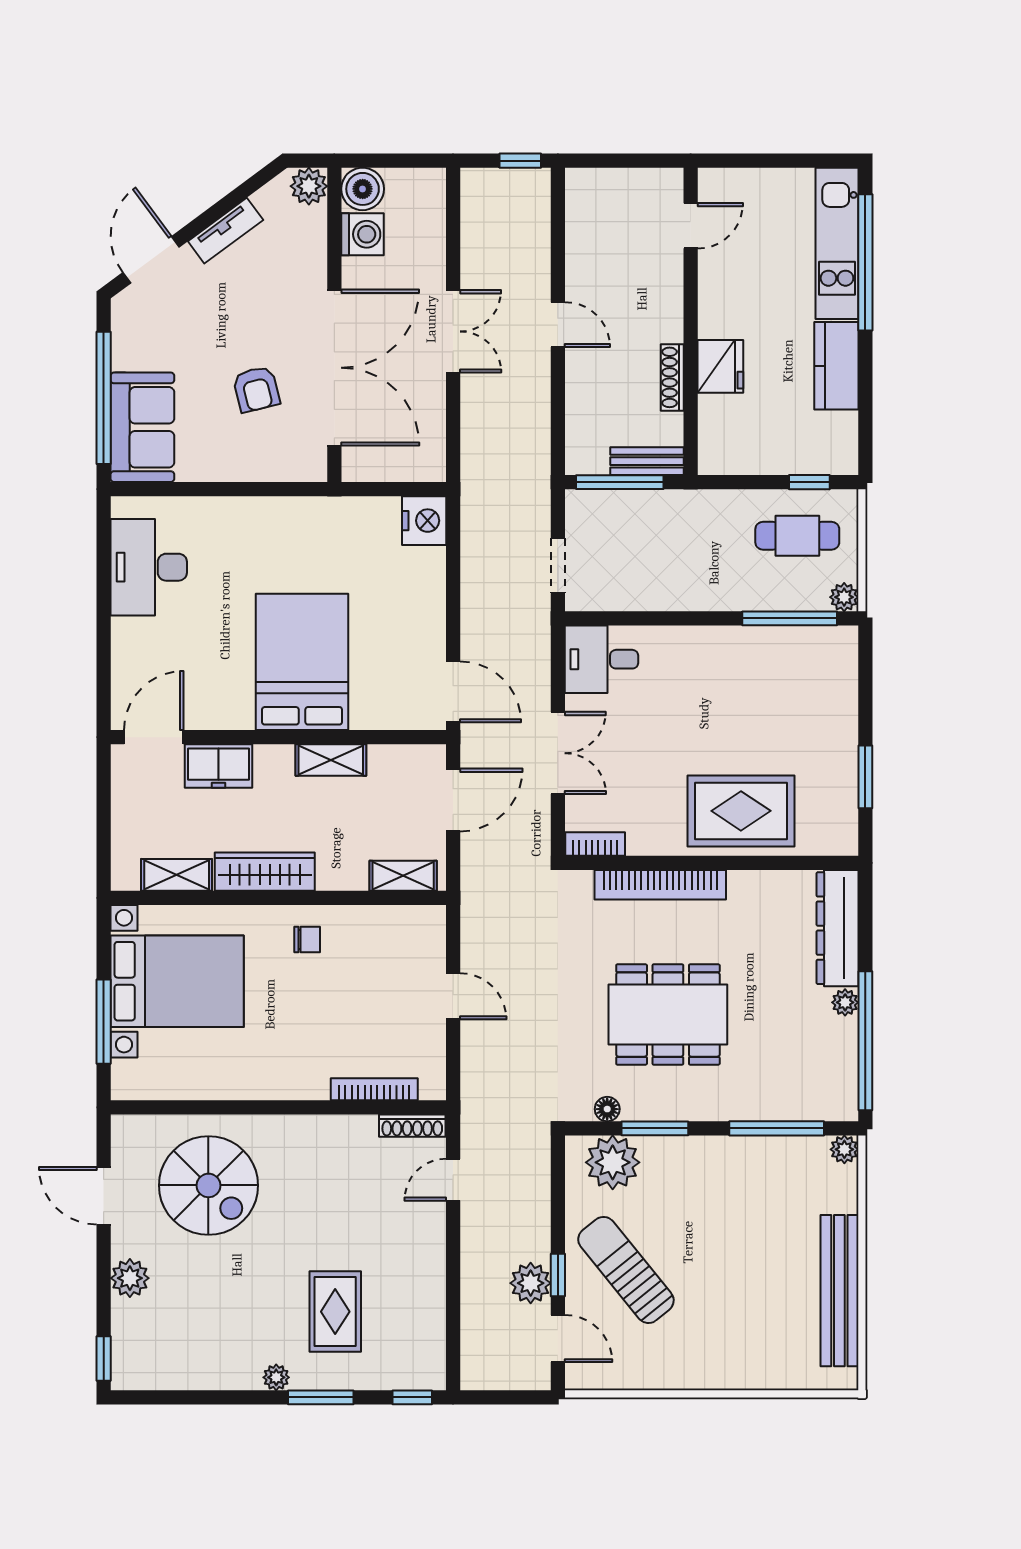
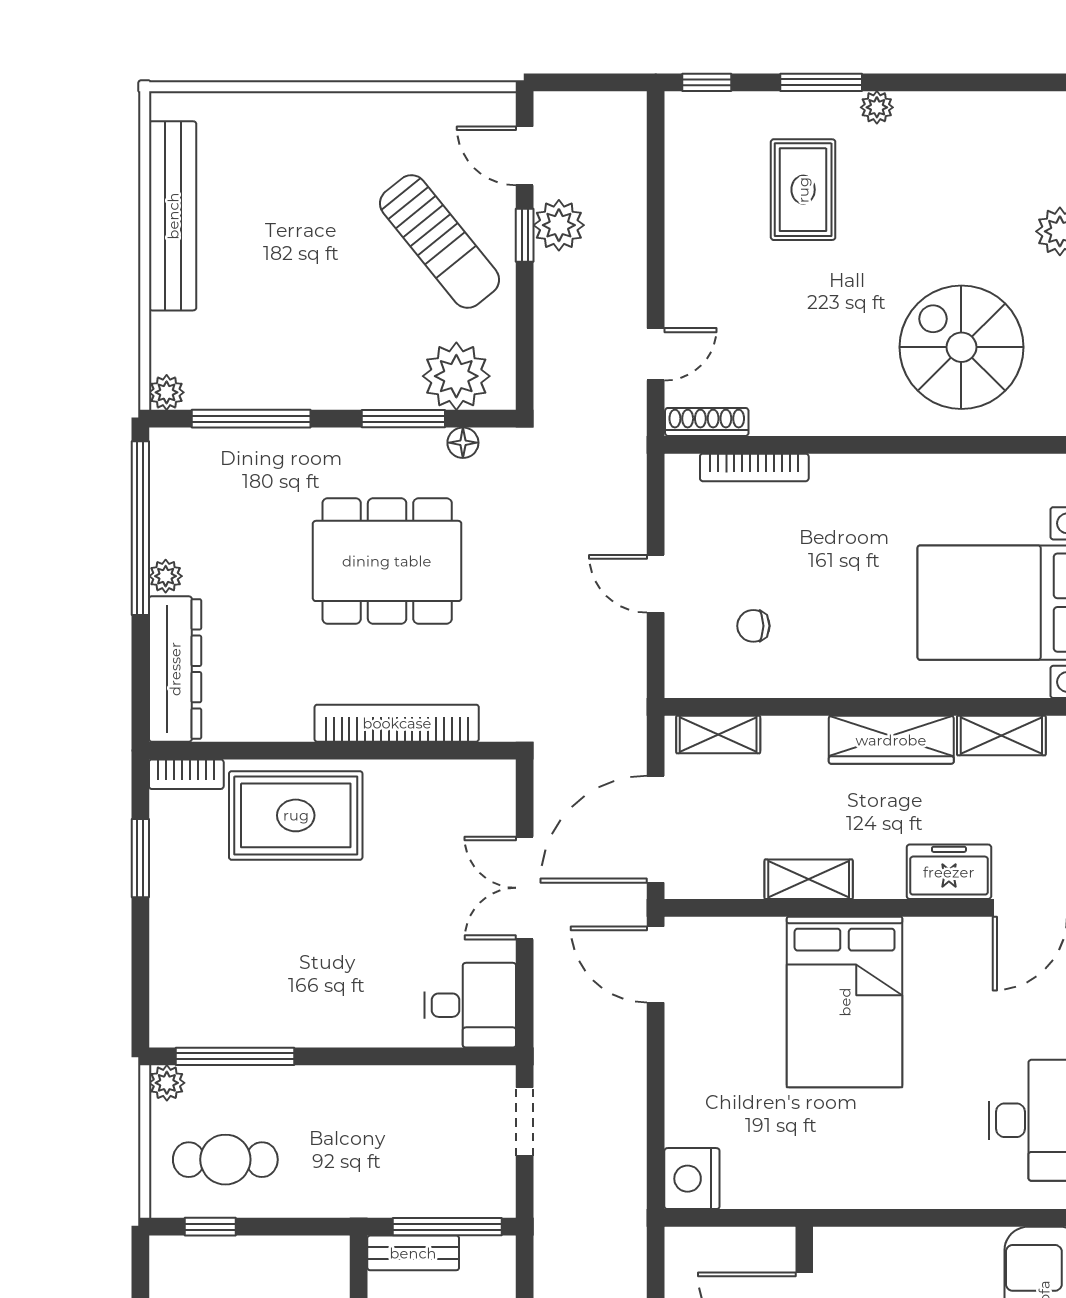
door: (453, 800) -> (656, 829), width x1.36
bookcase: (595, 844) -> (186, 774), moved
chair: (307, 939) -> (753, 626), moved

